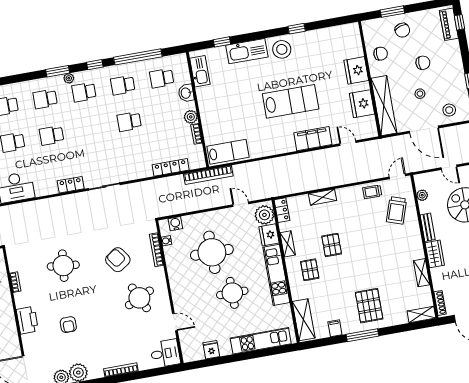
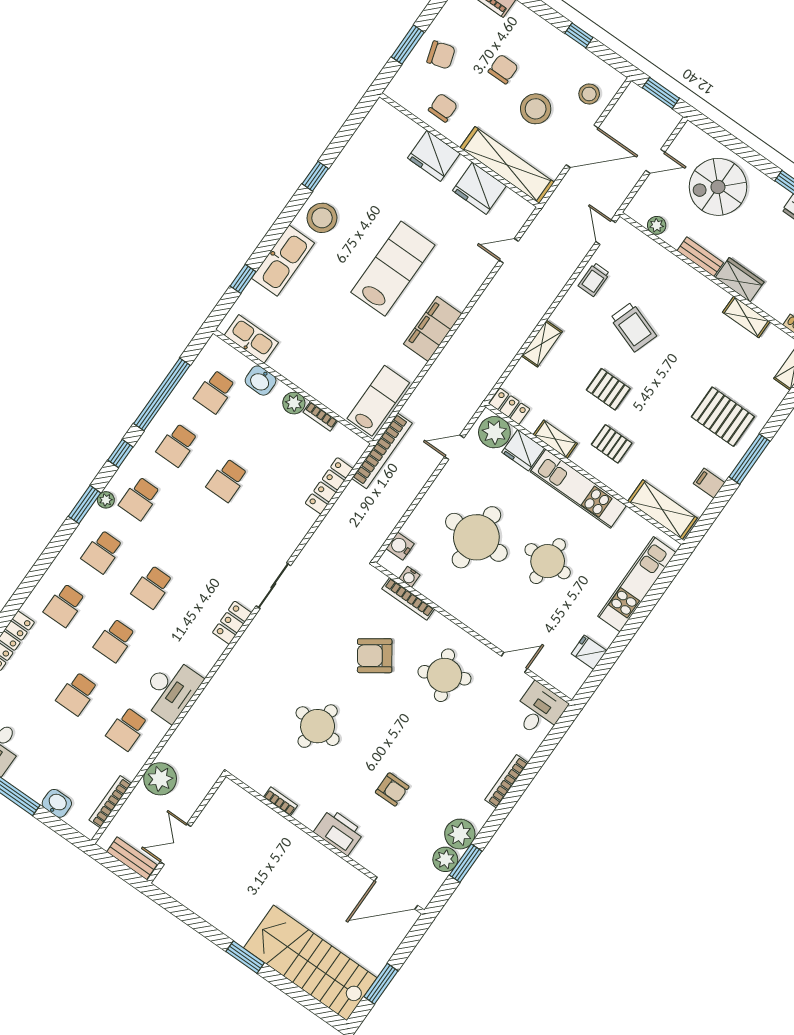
stool: (420, 94) -> (536, 109), width x1.89, depth x1.89
filing cabinet: (313, 139) -> (433, 329), moved
trolley: (397, 210) -> (633, 327), moved

